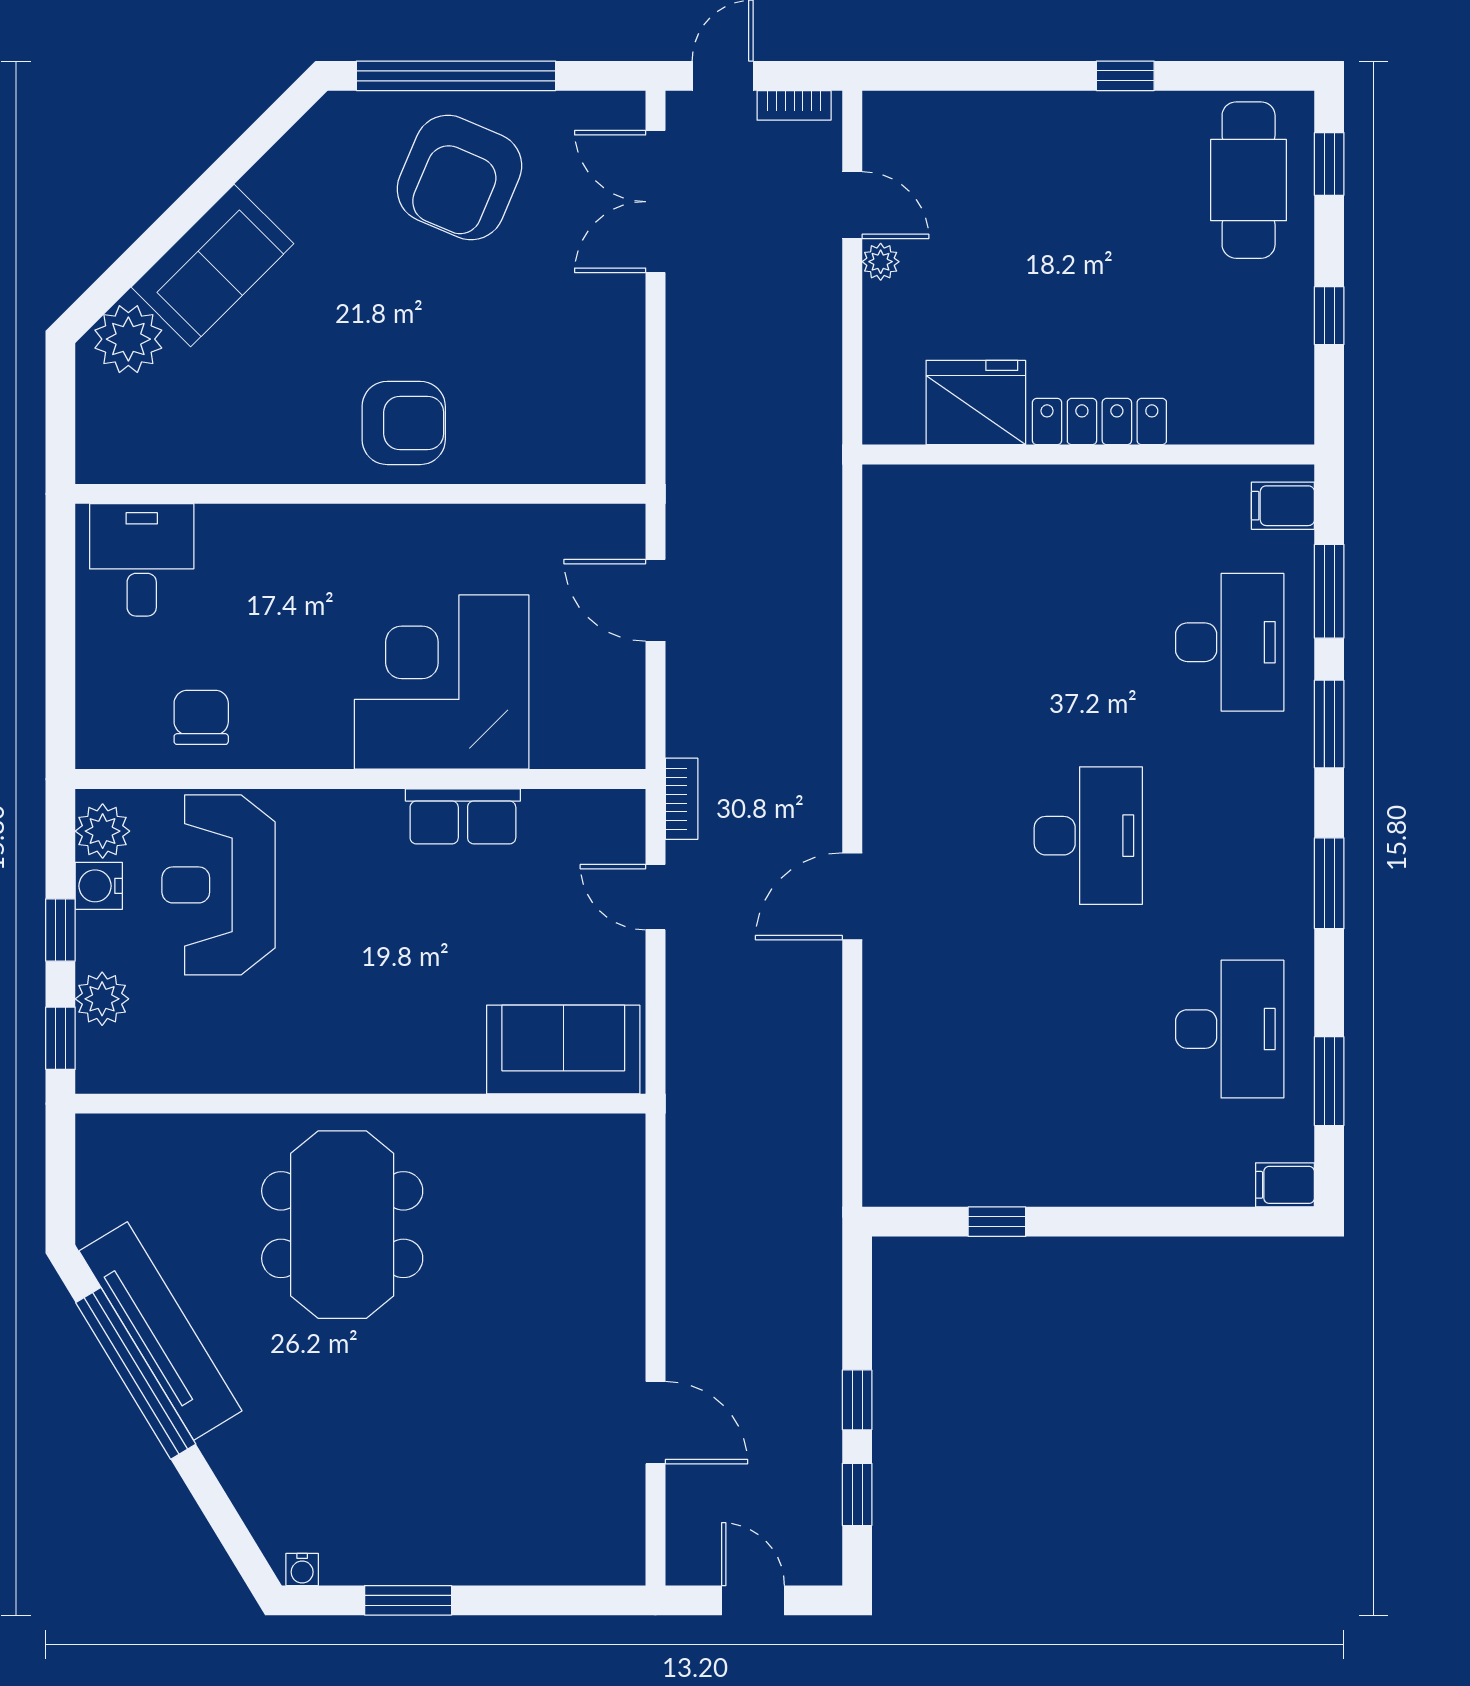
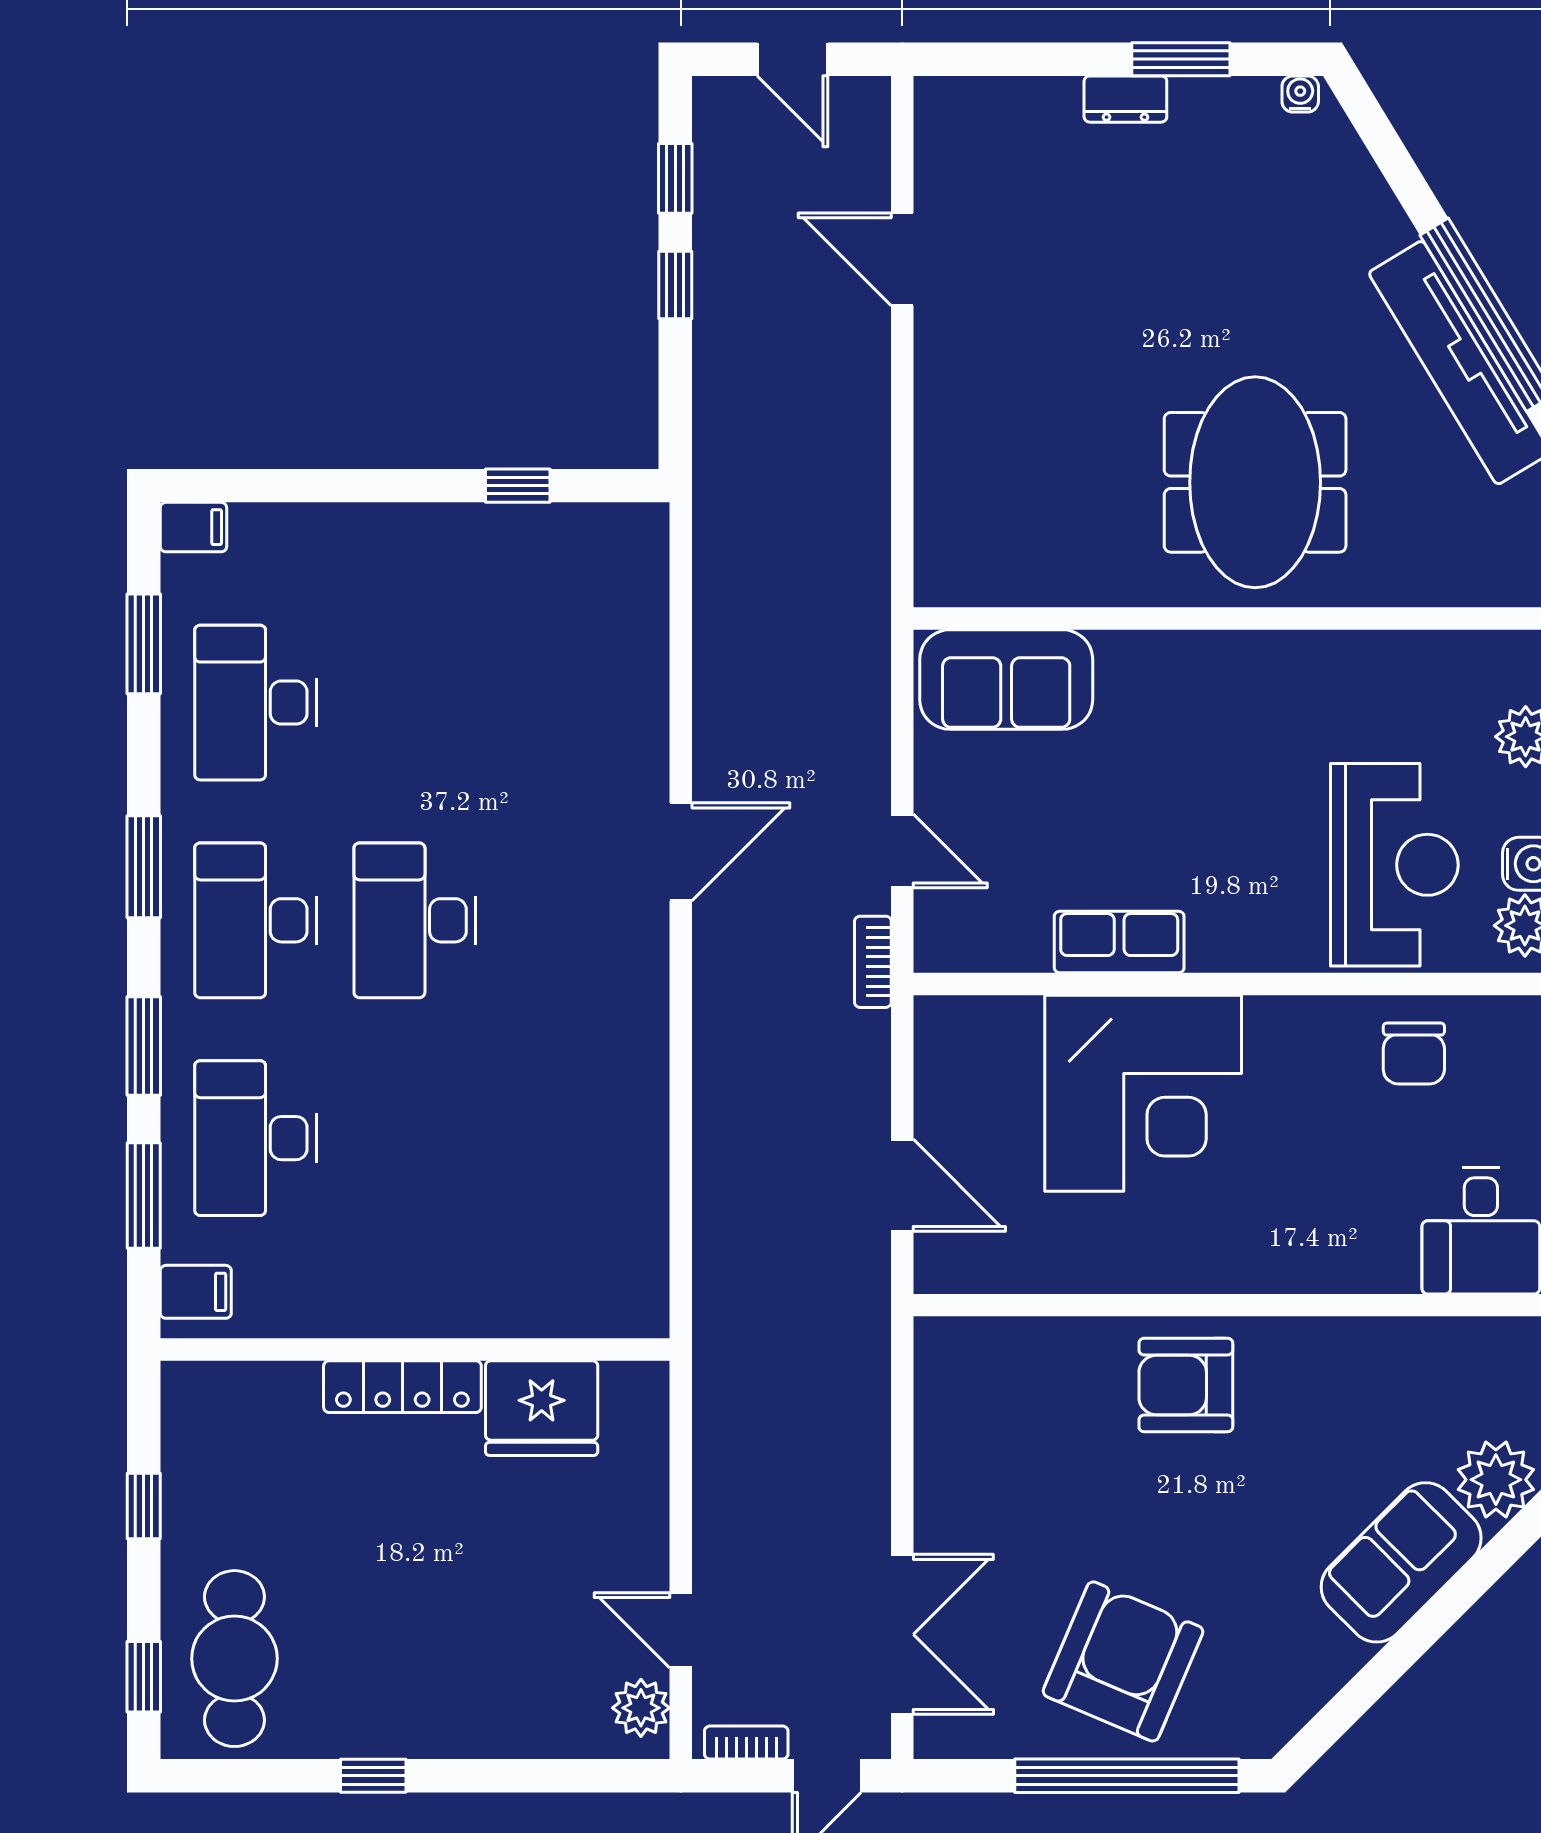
plant: (881, 262) -> (641, 1708), moved, width x1.38, depth x1.38
desk: (1230, 836) -> (256, 920), added
dresser: (457, 1565) -> (1125, 99), added

